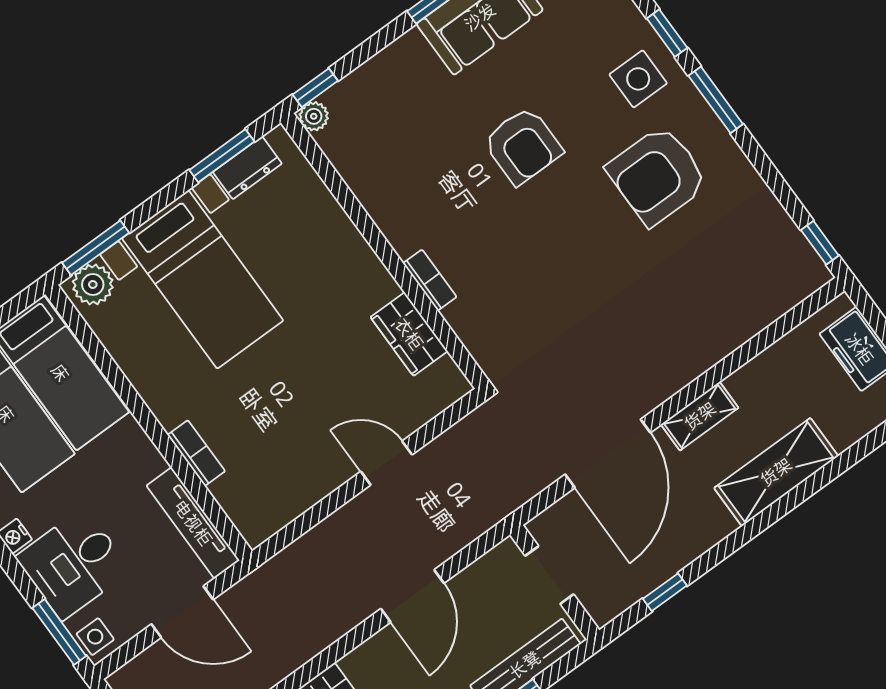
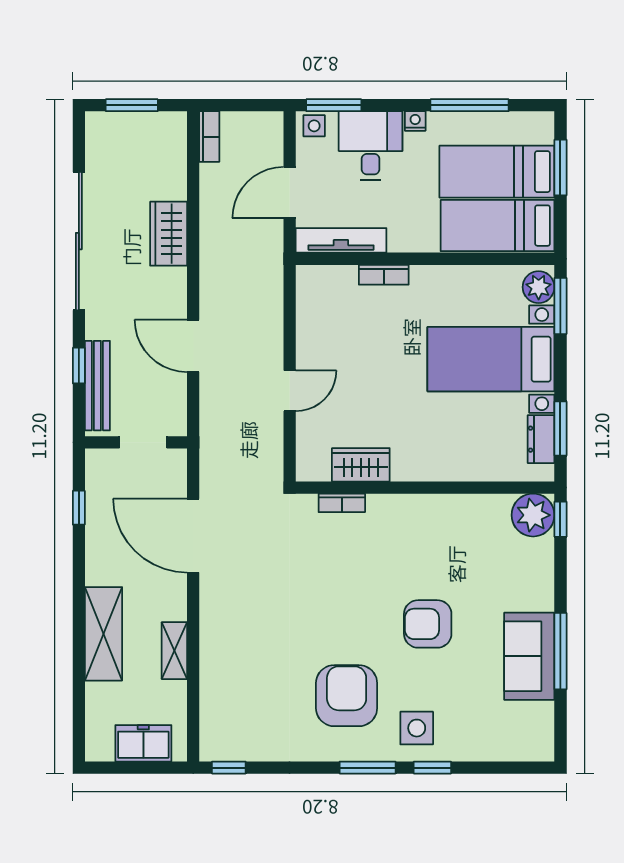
plant: (314, 116) -> (533, 515), width x1.88, depth x1.88
bookcase: (430, 280) -> (342, 503), moved
shelving: (700, 416) -> (174, 651), moved

